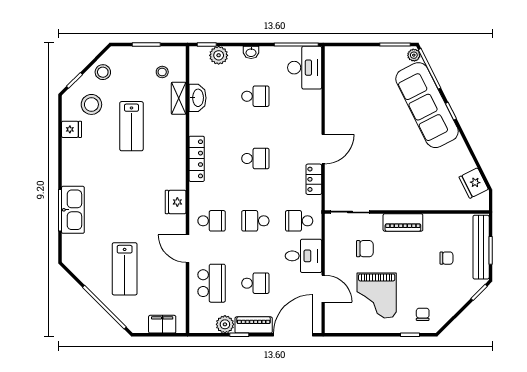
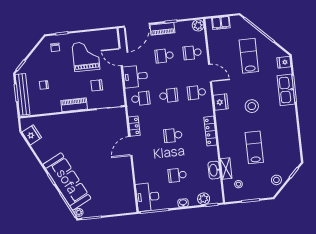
stool: (91, 104) -> (252, 106), moved
fridge: (71, 129) -> (284, 62), moved
school desk: (212, 283) -> (192, 53), width x0.54
plant: (225, 324) -> (198, 25), moved

